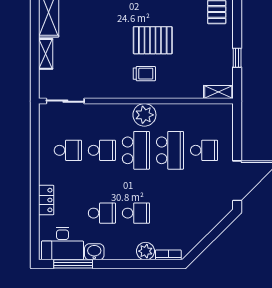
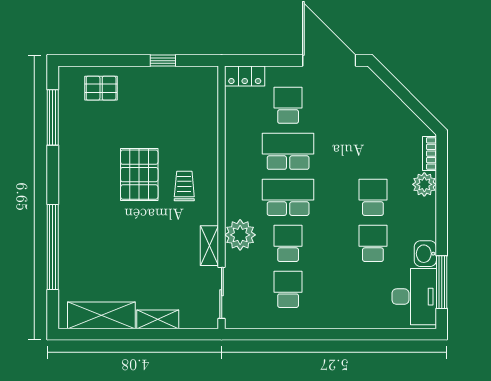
shelving: (218, 92) -> (209, 246), moved
plant: (144, 115) -> (240, 235), moved
locker: (46, 200) -> (245, 76), moved, turned 180

